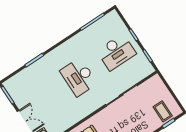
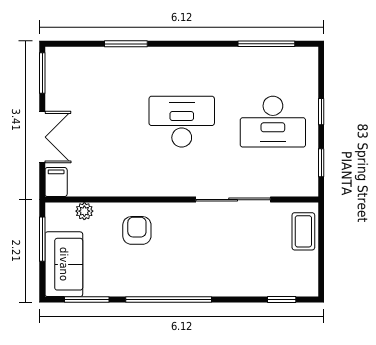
desk: (79, 77) -> (182, 122), turned 90
coffee table: (163, 111) -> (303, 231), moved

